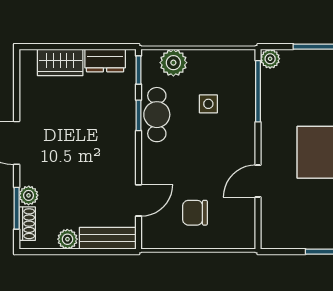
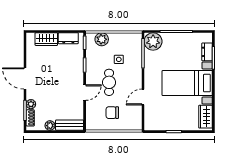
plant: (270, 59) -> (153, 41), width x1.88, depth x1.88
cafe table: (157, 115) -> (109, 82), moved
door: (139, 200) -> (85, 93), moved

